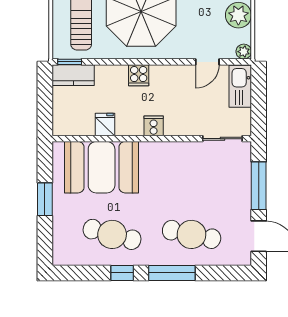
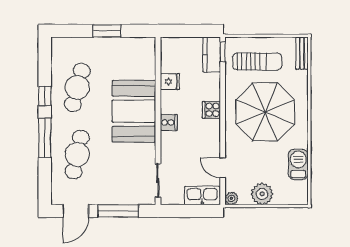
booth: (102, 167) -> (134, 111), moved

